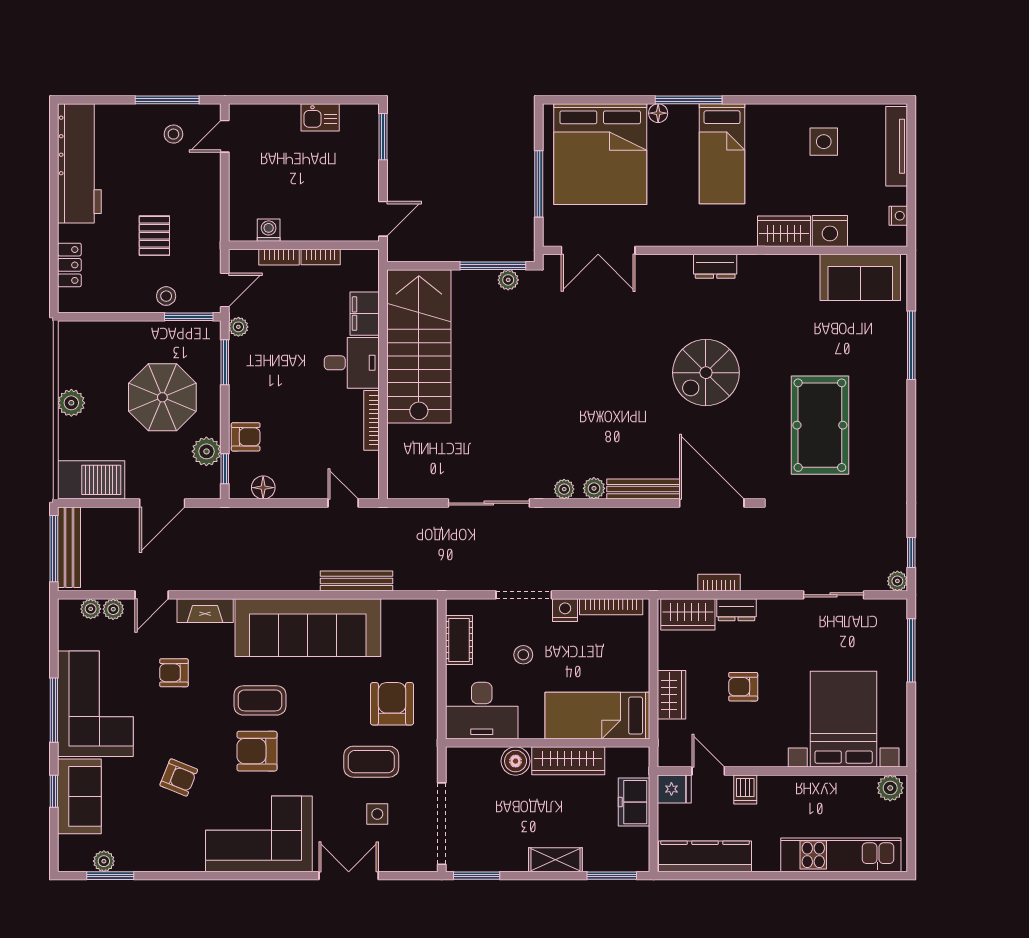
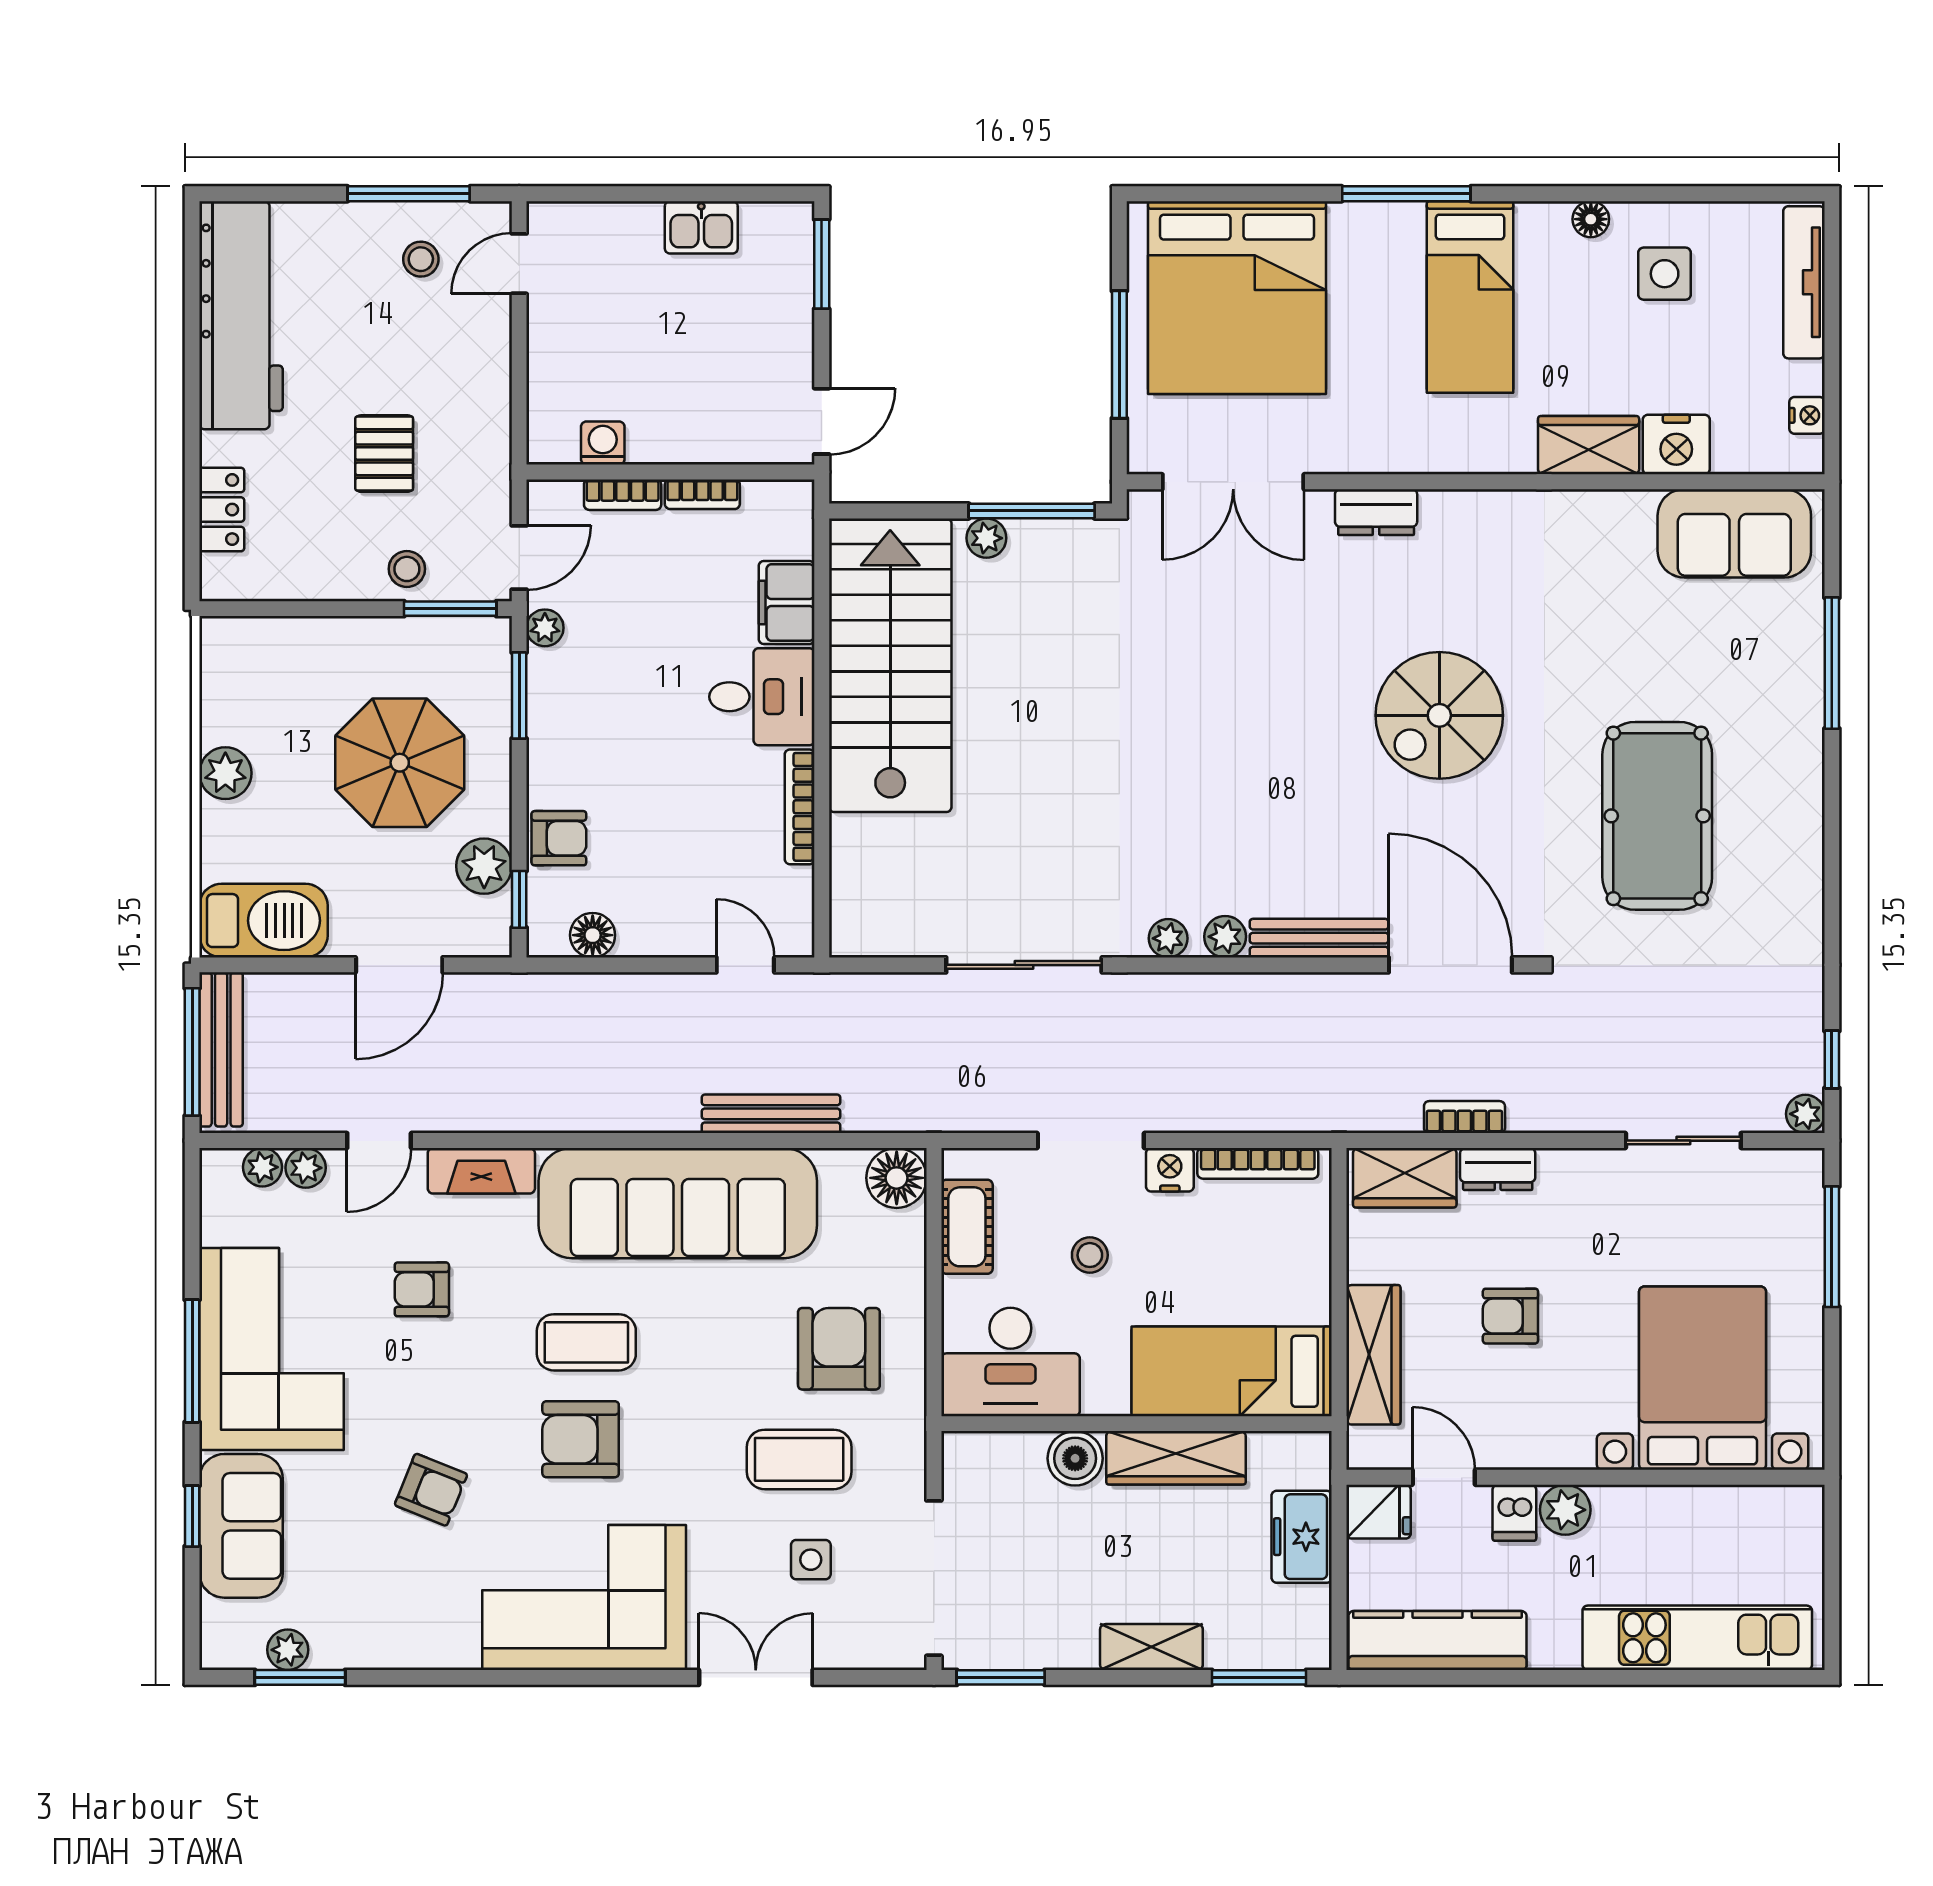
floor lamp: (658, 113) -> (1591, 219), moved
dresser: (715, 266) -> (1376, 512), moved
plant: (508, 280) -> (986, 538), moved
floor lamp: (422, 614) -> (897, 1178), added
wardrobe: (671, 695) -> (1373, 1355), width x1.50
plant: (890, 788) -> (1565, 1510), moved

